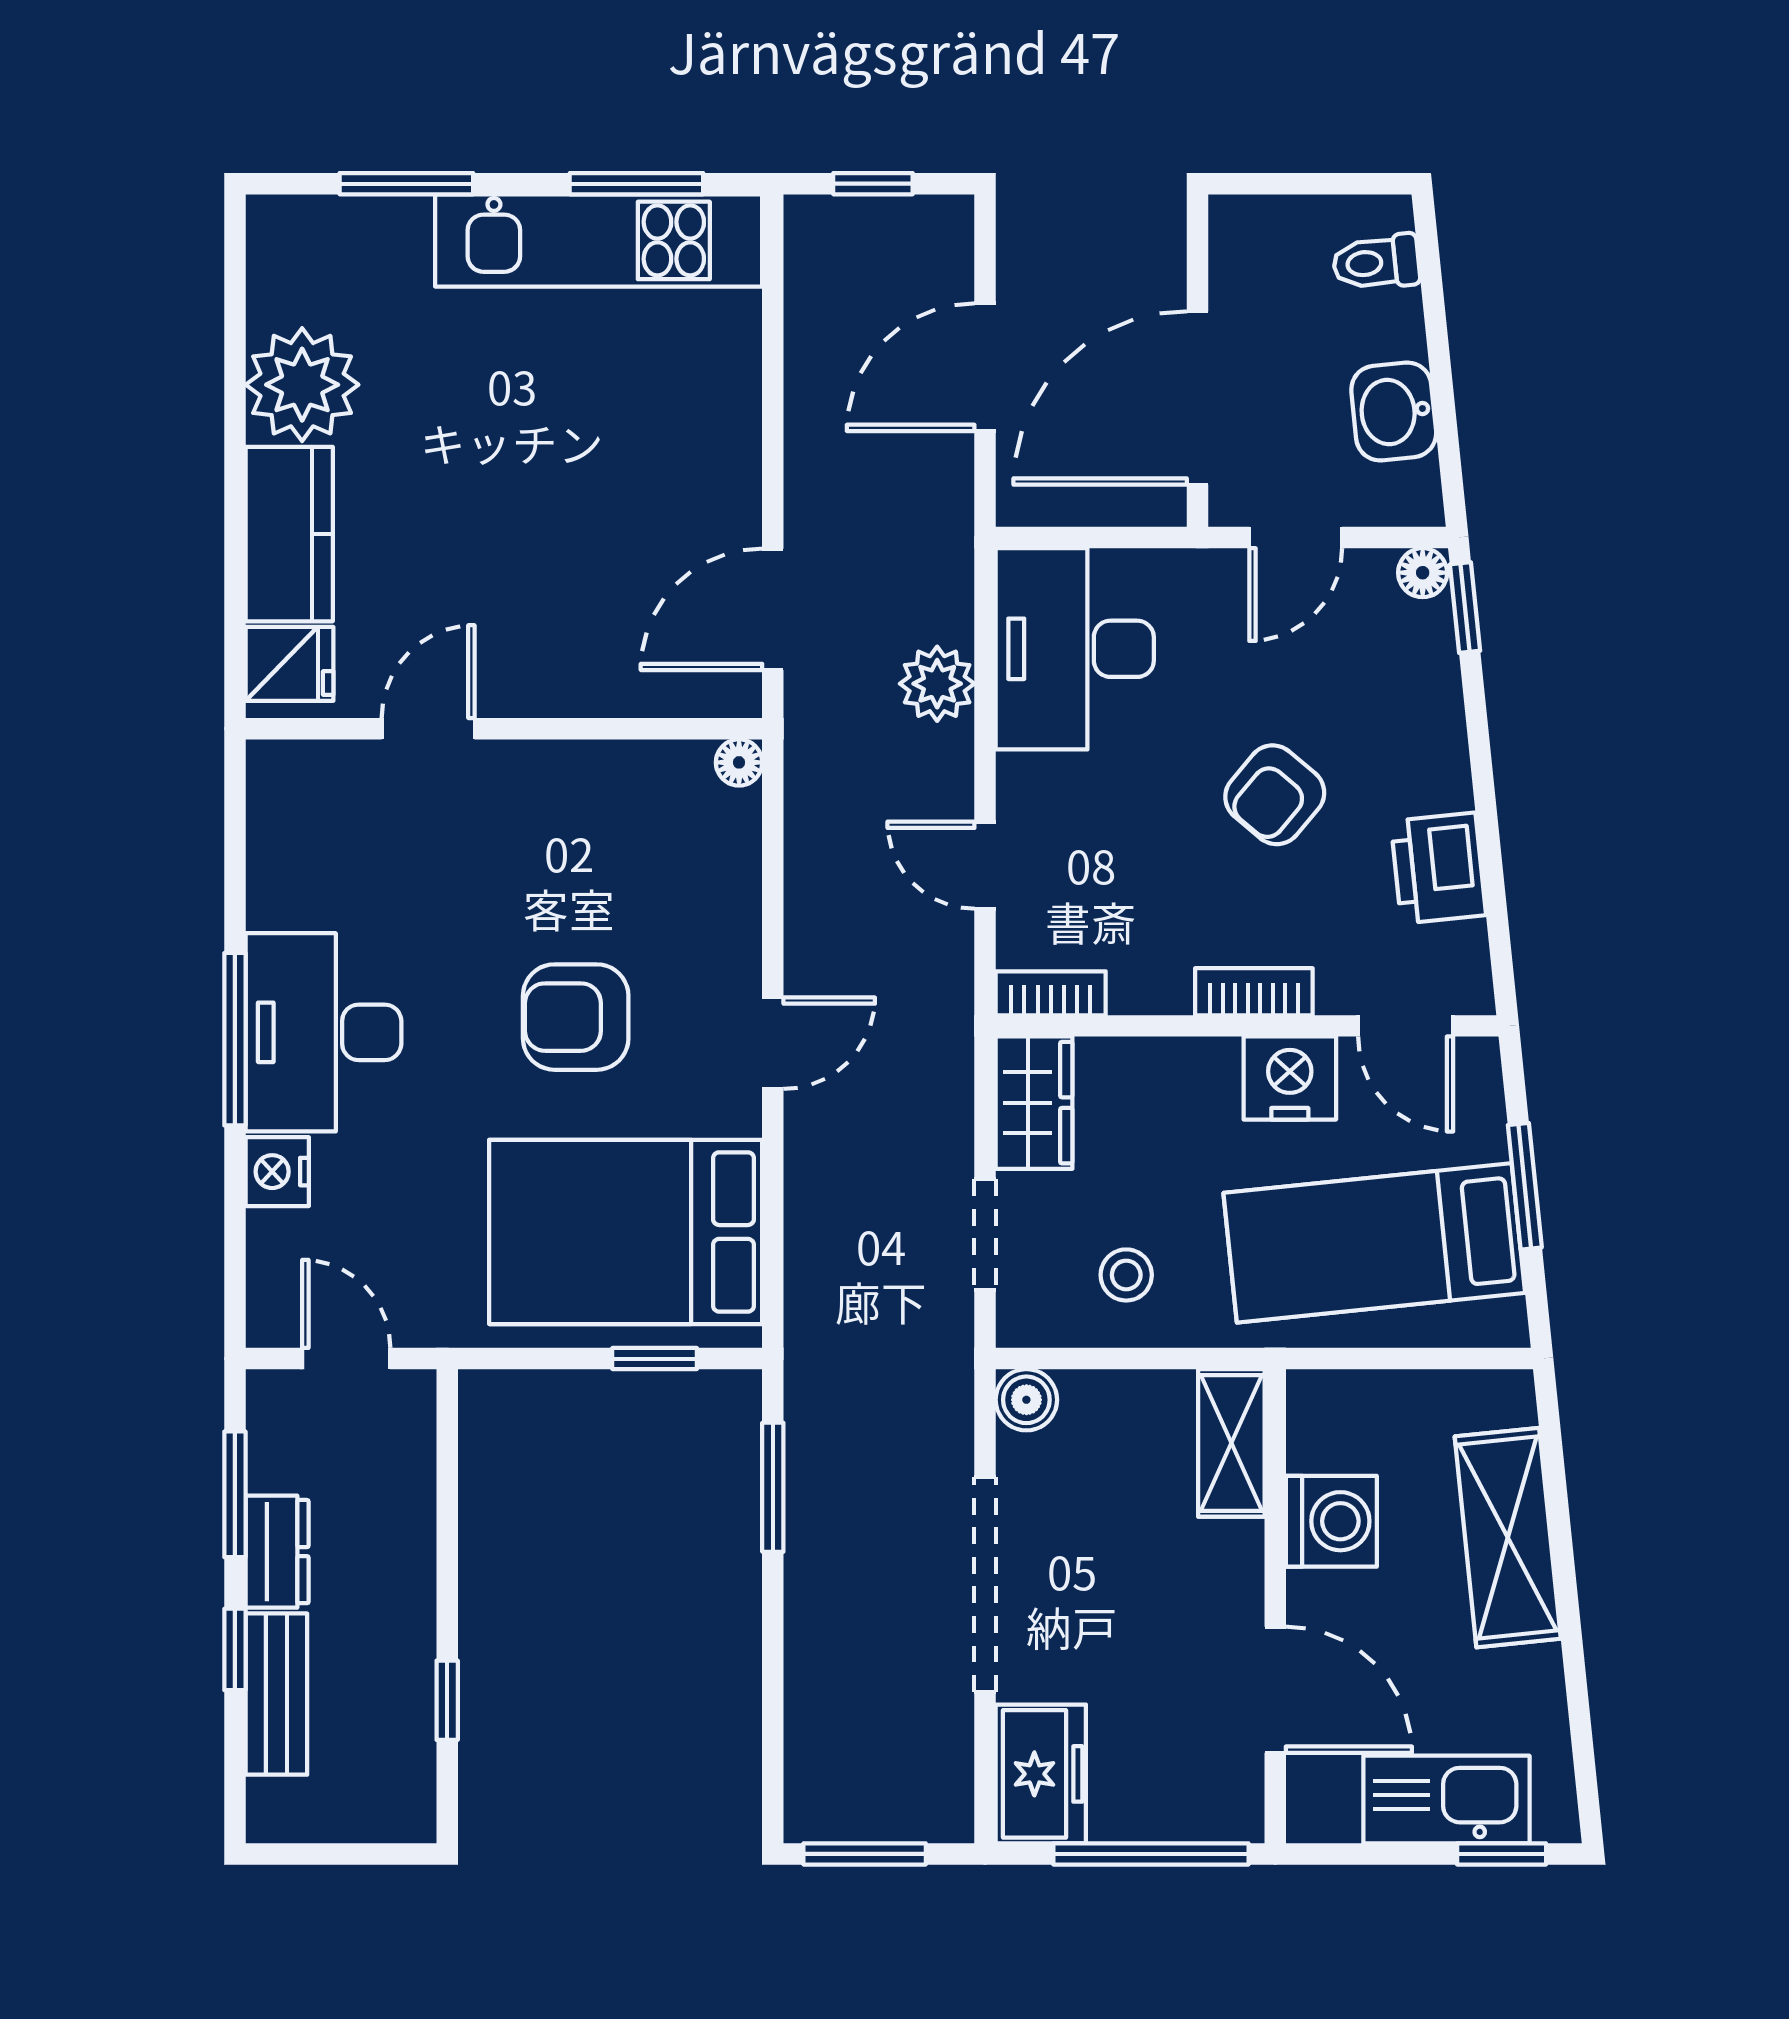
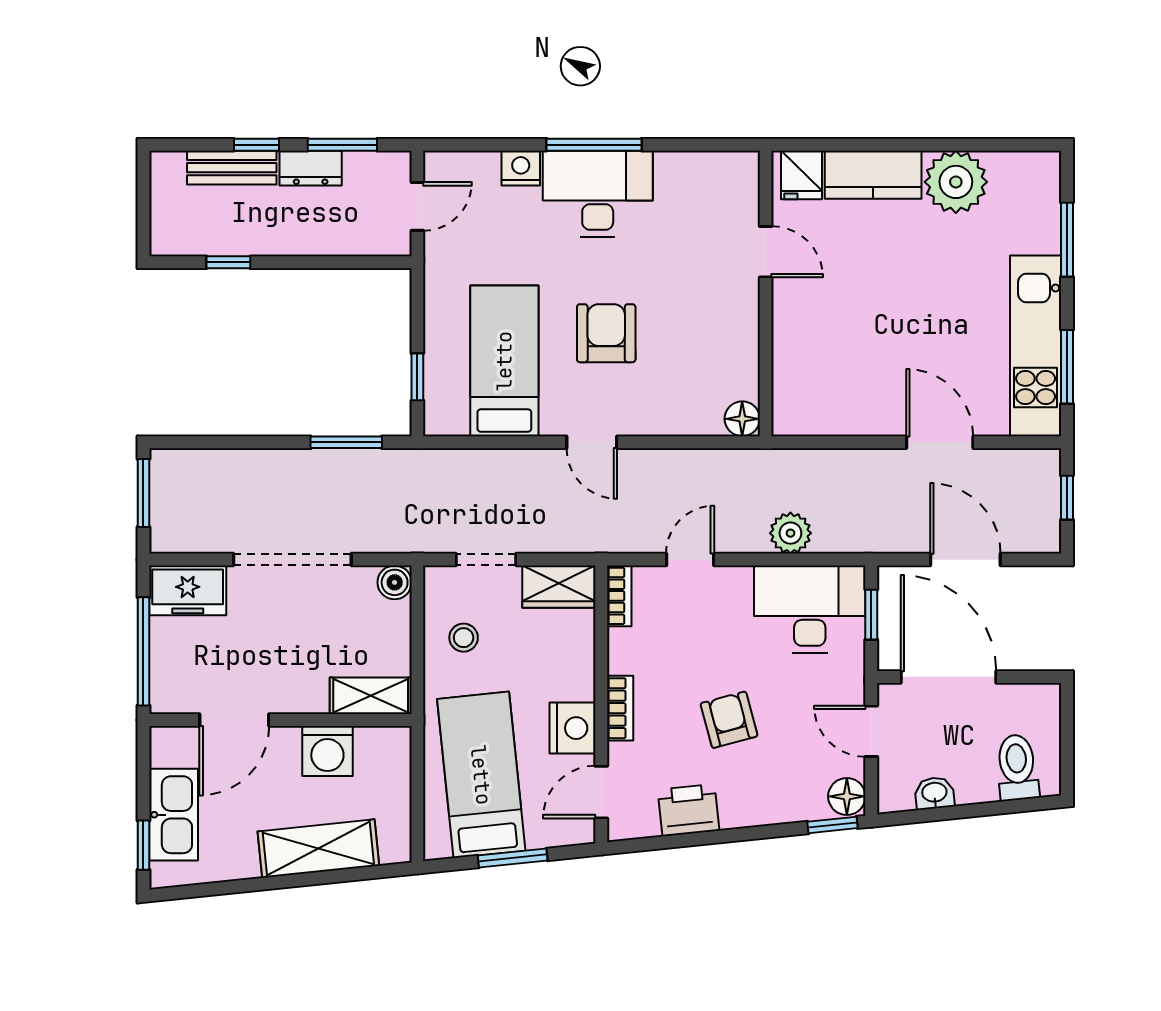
toilet: (1376, 262) -> (1017, 767), width x1.37, depth x1.39
washbasin: (1394, 411) -> (934, 793), width x0.72, depth x0.69
window: (1085, 538) -> (871, 615), added
floor lamp: (1423, 573) -> (847, 796), width x1.37, depth x1.37
door: (773, 609) -> (940, 442), moved
floor lamp: (739, 762) -> (742, 419), width x1.37, depth x1.37
armchair: (1275, 795) -> (729, 720), turned 35
bed: (626, 1232) -> (504, 361), width x0.67

